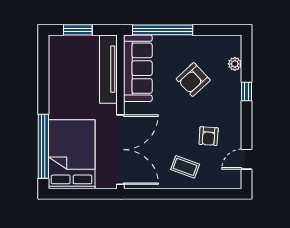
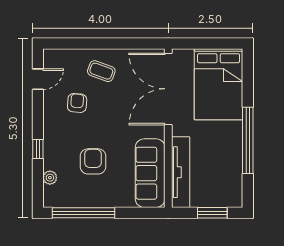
window: (163, 30) -> (84, 213), moved
armchair: (193, 80) -> (93, 161), turned -47
window: (43, 146) -> (248, 140), moved

